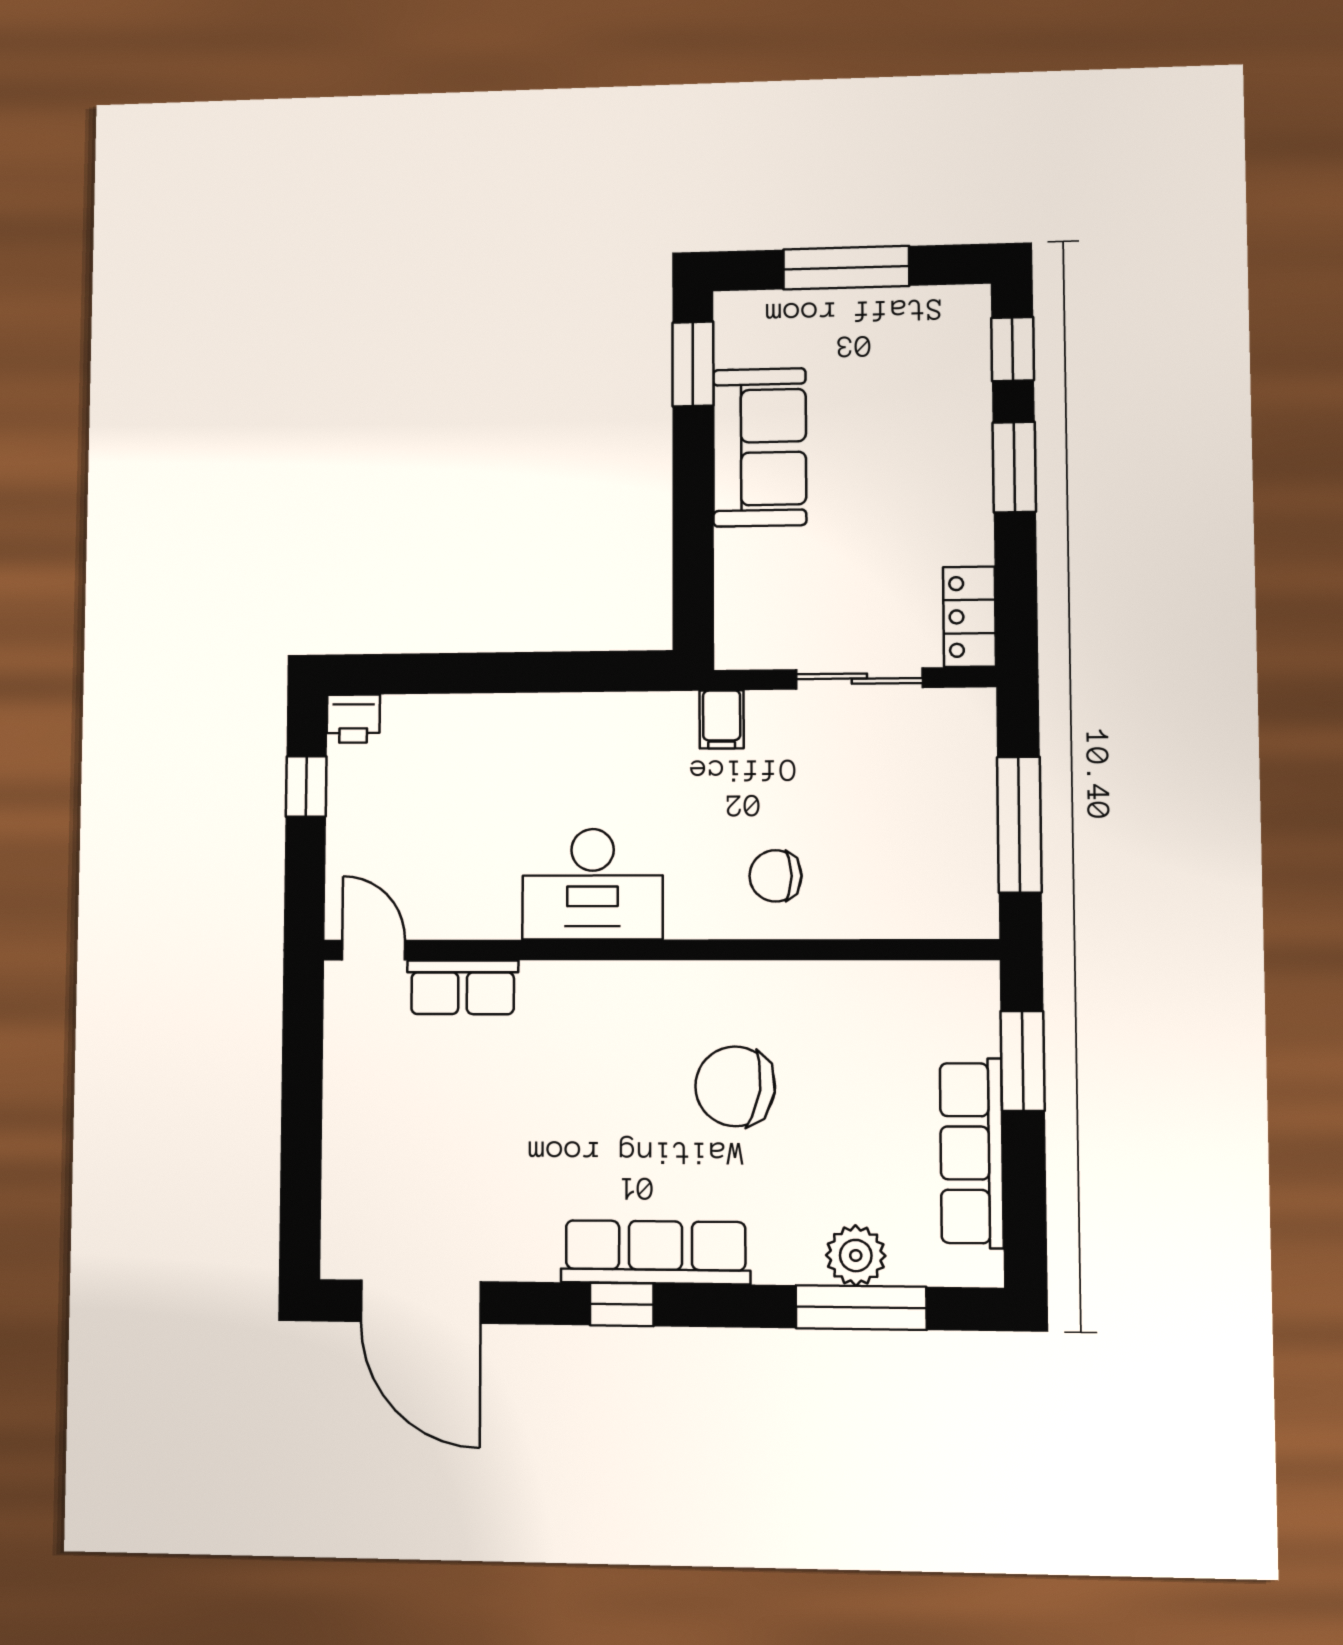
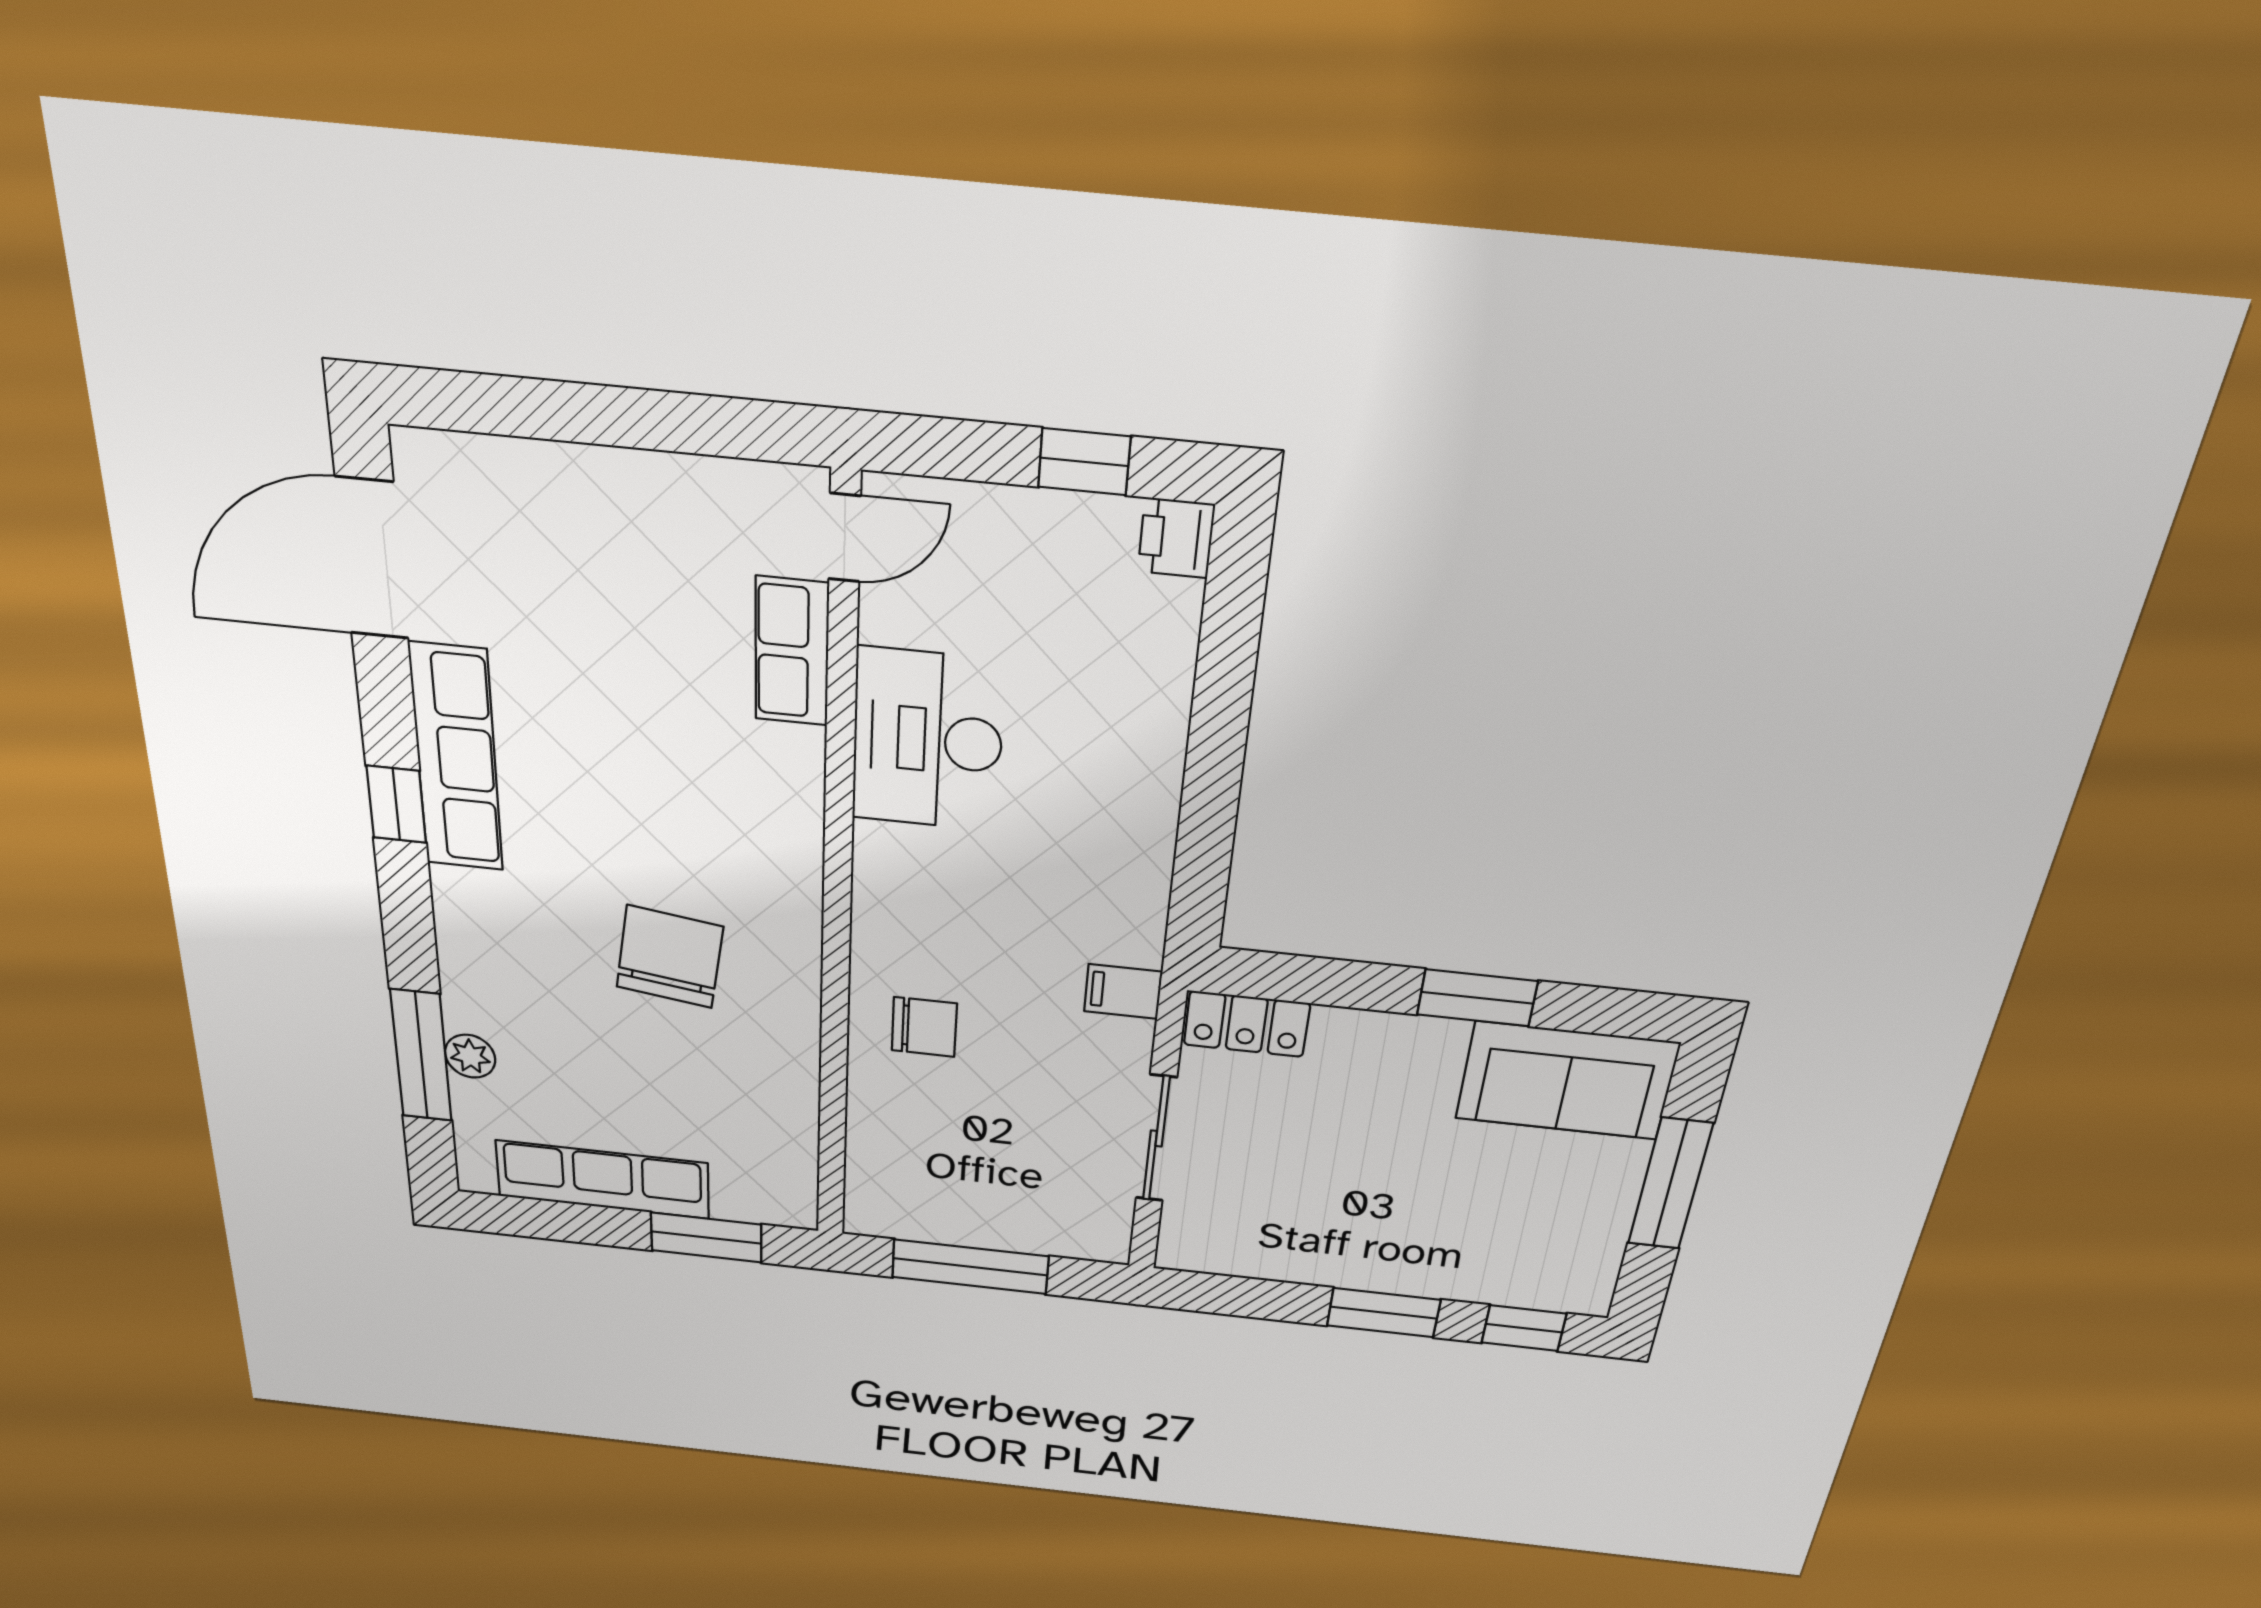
window: (693, 364) -> (1477, 998), moved
sofa: (760, 447) -> (1567, 1081), moved
locker: (969, 617) -> (1247, 1024), moved, turned 180
chair: (775, 876) -> (924, 1027), turned 90
desk: (592, 884) -> (928, 740), moved
row of seats: (655, 1252) -> (456, 758), moved
plant: (856, 1255) -> (470, 1056), width x0.73, depth x0.73

